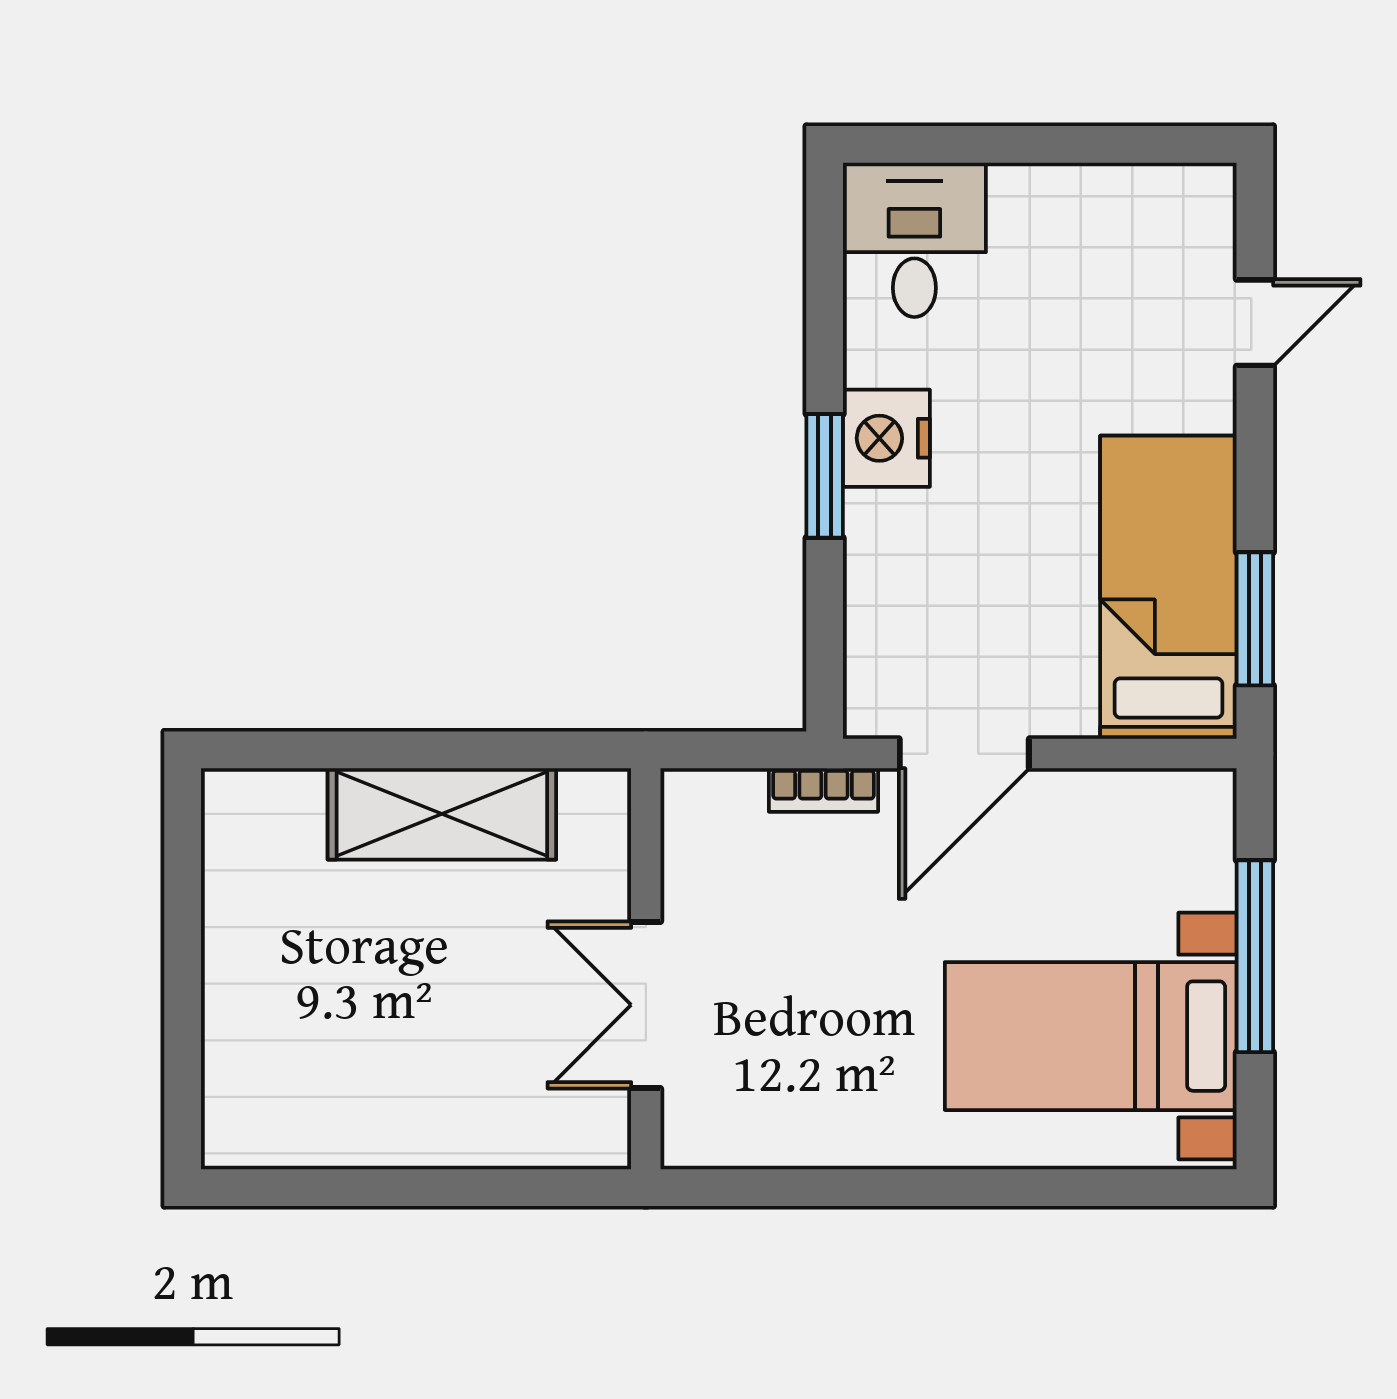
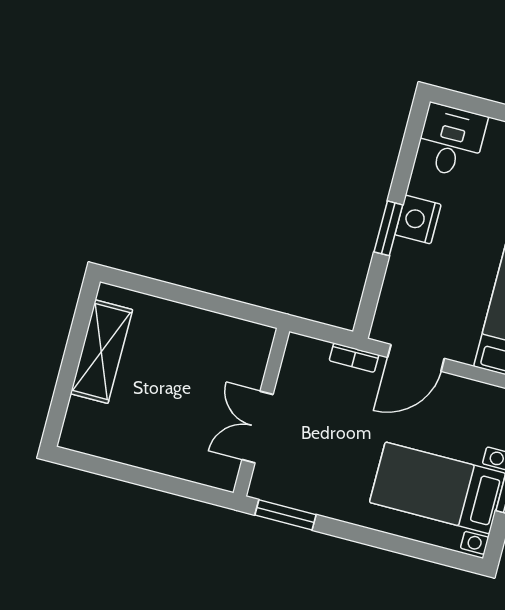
shelving: (442, 814) -> (101, 352), moved, turned 90
window: (761, 1188) -> (285, 515), added

